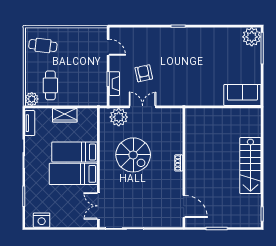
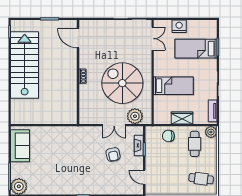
chair: (80, 94) -> (168, 136), added
sofa: (242, 95) -> (20, 146), moved, turned -90
spiral stairs: (133, 155) -> (122, 83), width x1.37, depth x1.37
stairs: (250, 166) -> (25, 65), width x1.36, depth x1.51
bed: (73, 174) -> (196, 49), moved, turned 180
nightstand: (42, 220) -> (179, 26), moved

